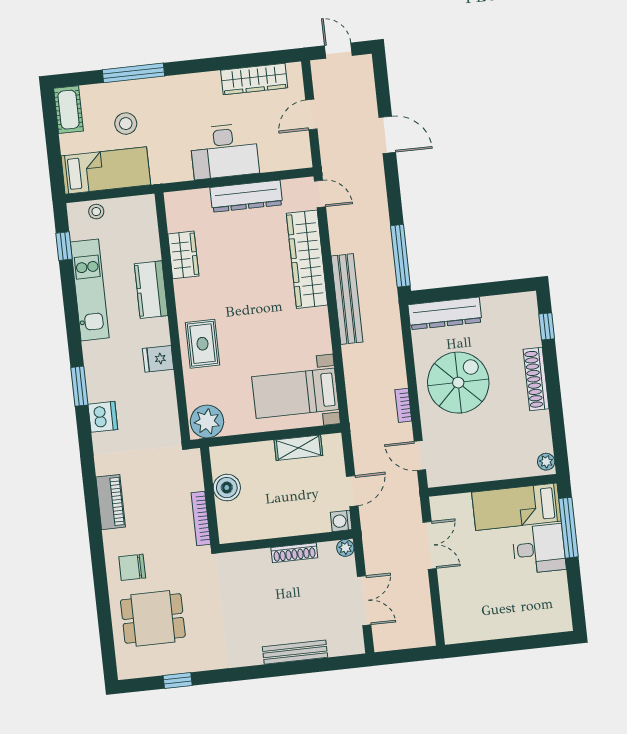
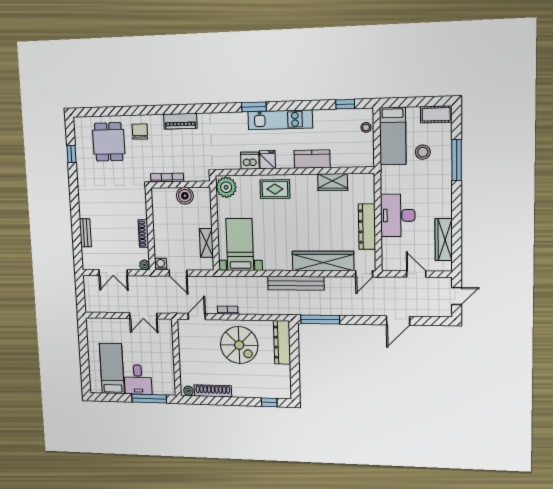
kitchen unit: (90, 290) -> (280, 120), moved
shoe rack: (536, 379) -> (213, 391), moved
dishwasher: (103, 417) -> (250, 161), moved, turned 180
bed: (516, 507) -> (112, 369), moved
bench: (295, 652) -> (85, 233), width x0.73

